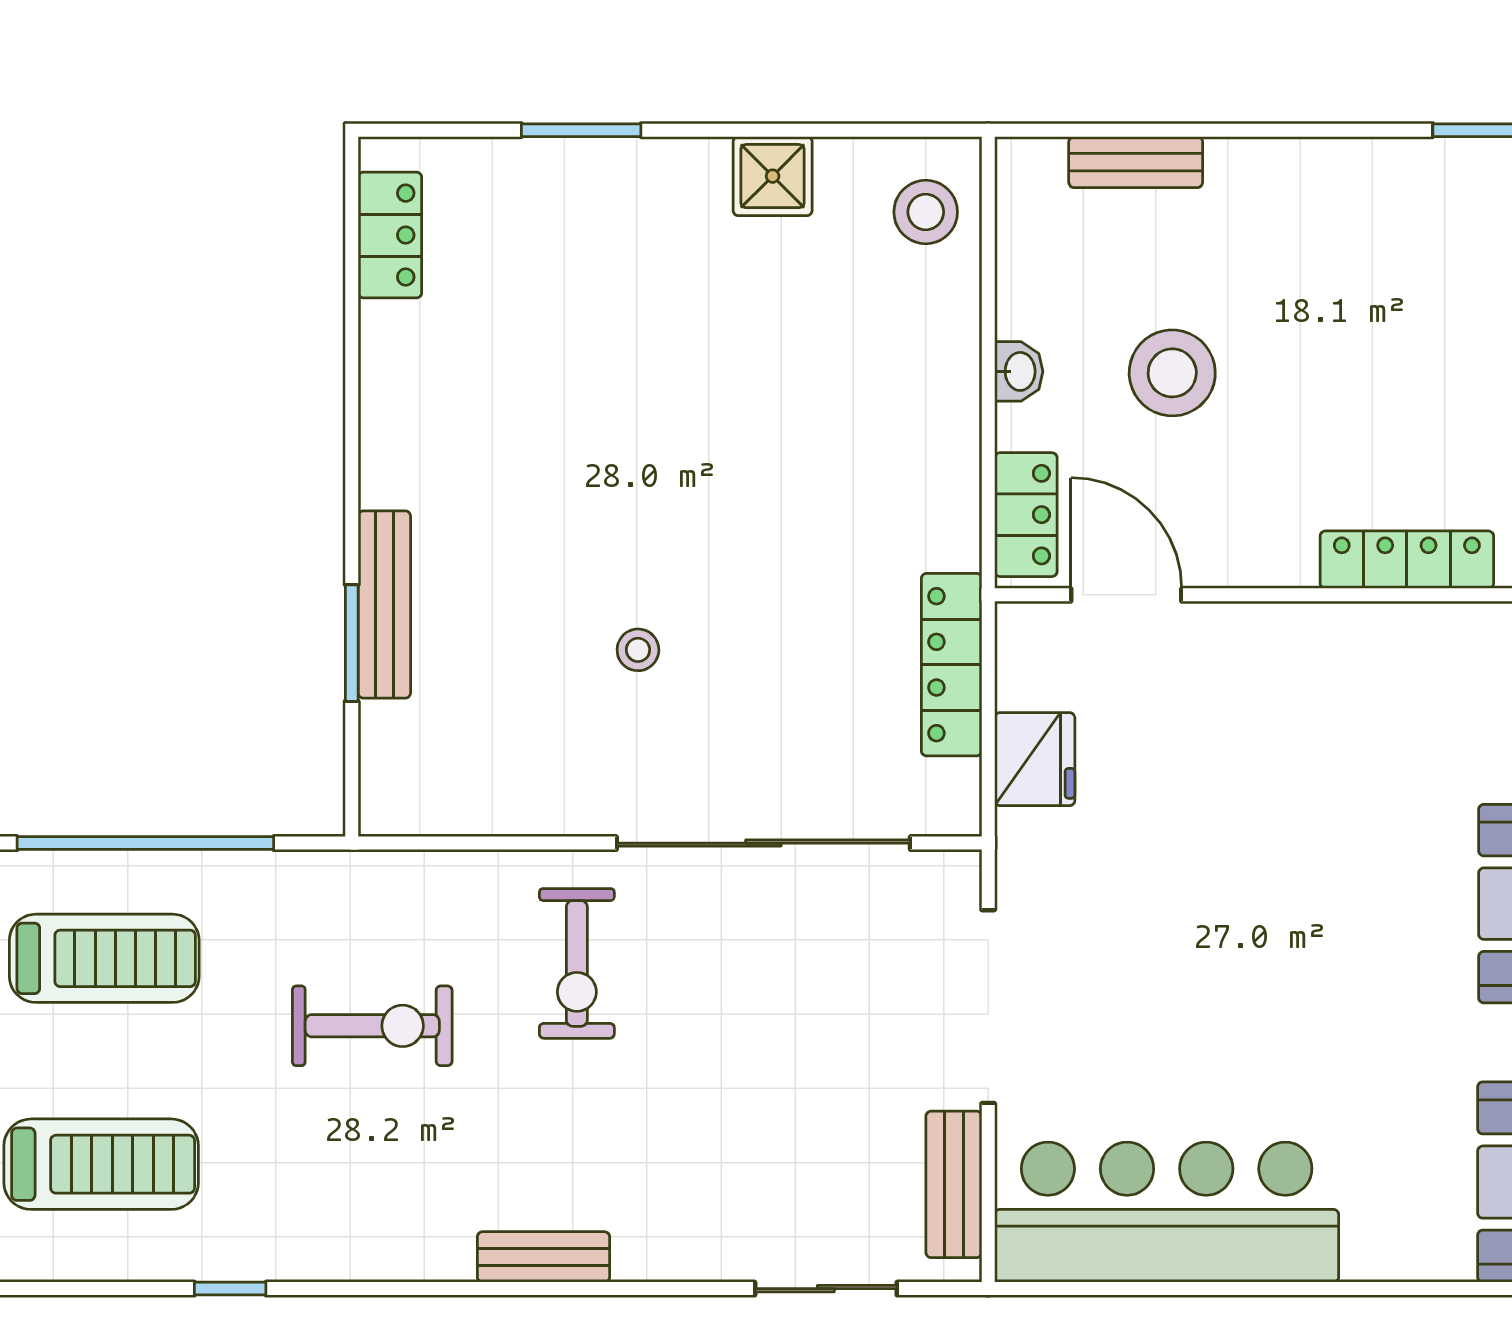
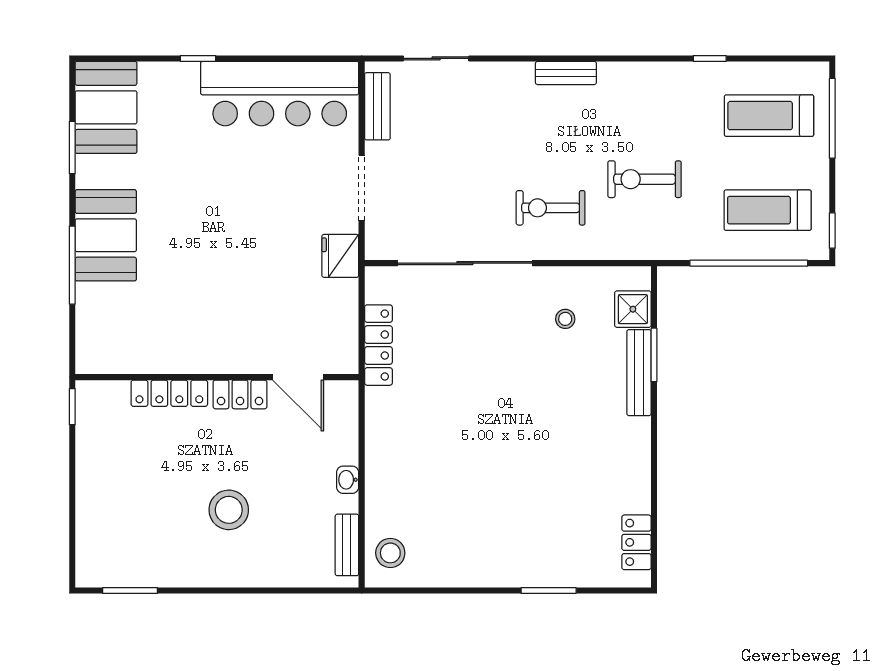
bench: (1136, 162) -> (347, 545), moved, turned 90
shower: (773, 176) -> (633, 309), moved
stool: (1172, 373) -> (229, 510), moved
locker: (1026, 515) -> (240, 394), moved, turned -90
stool: (638, 650) -> (565, 319), moved
fridge: (1035, 759) -> (340, 256), moved
exercise bike: (577, 963) -> (551, 208), turned -90
doorway: (988, 1007) -> (362, 188), width x0.73
window: (1344, 1289) -> (198, 58), added

